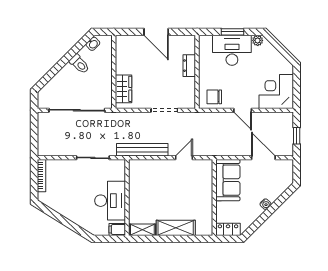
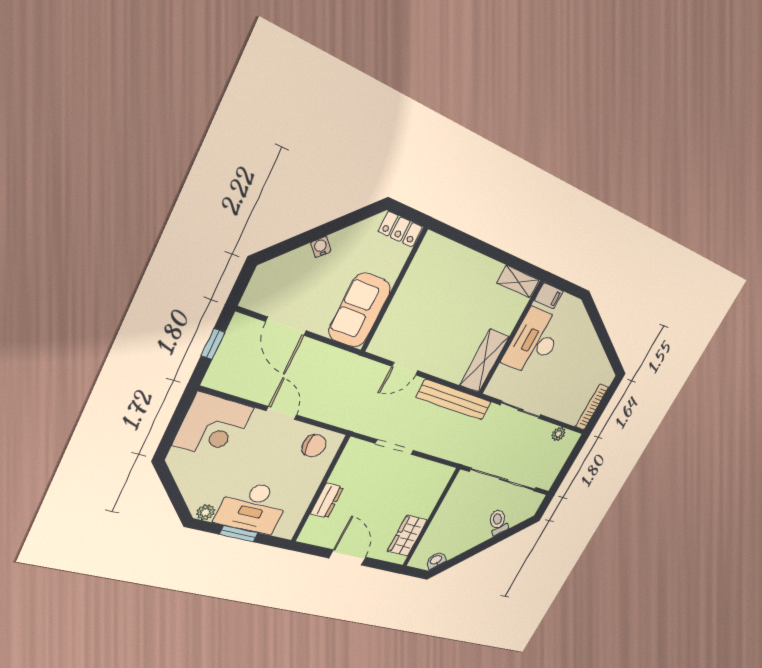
toilet: (79, 64) -> (498, 522), moved
wardrobe: (123, 89) -> (407, 536), moved
plant: (55, 151) -> (558, 434), added
shelving: (176, 228) -> (484, 361), moved, turned 90

